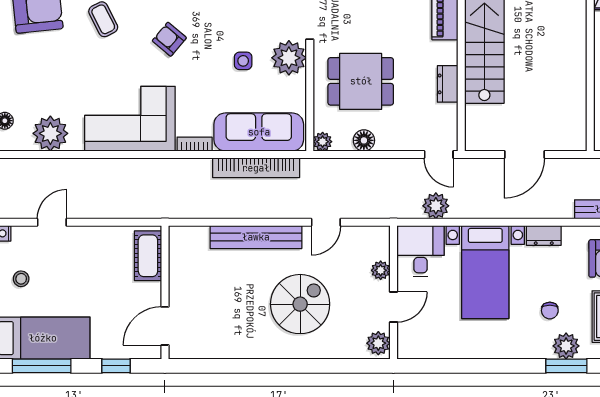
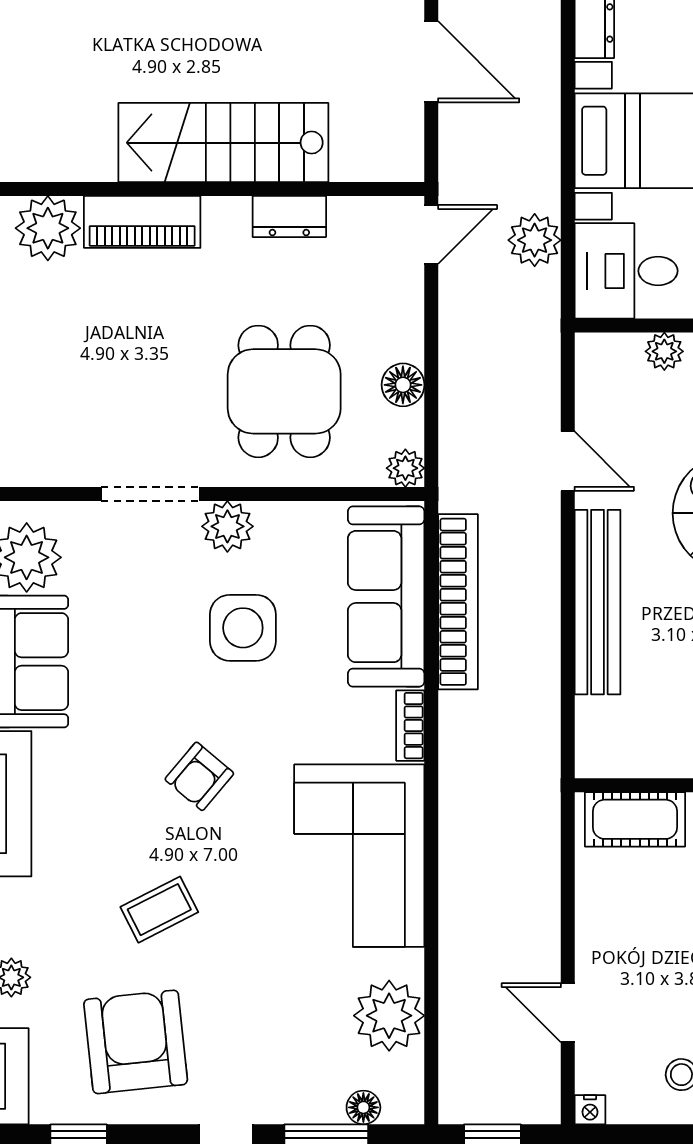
plant: (289, 58) -> (227, 526), width x0.73, depth x0.73
side table: (243, 61) -> (243, 628), width x1.87, depth x1.87

